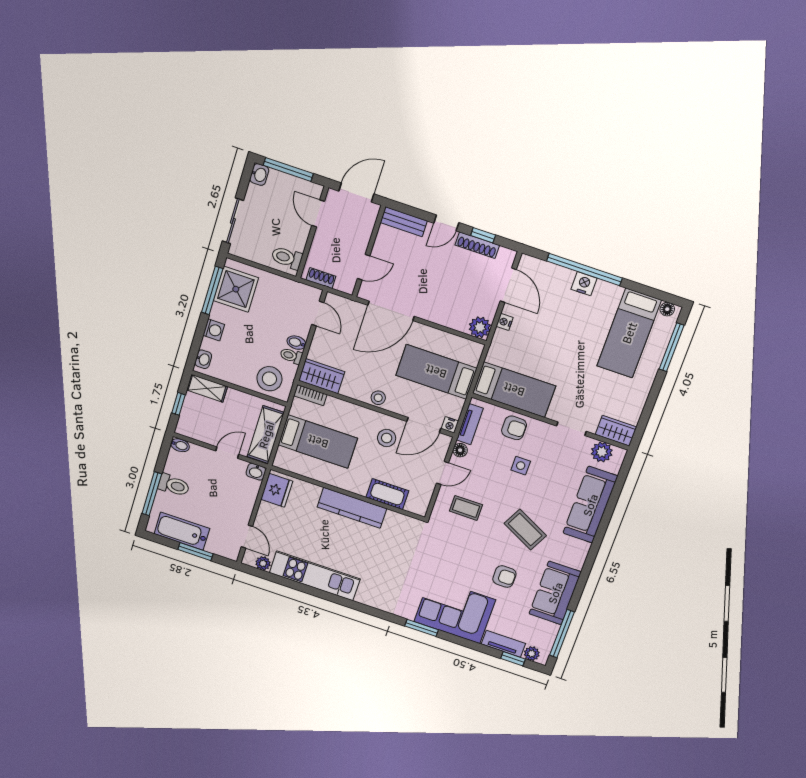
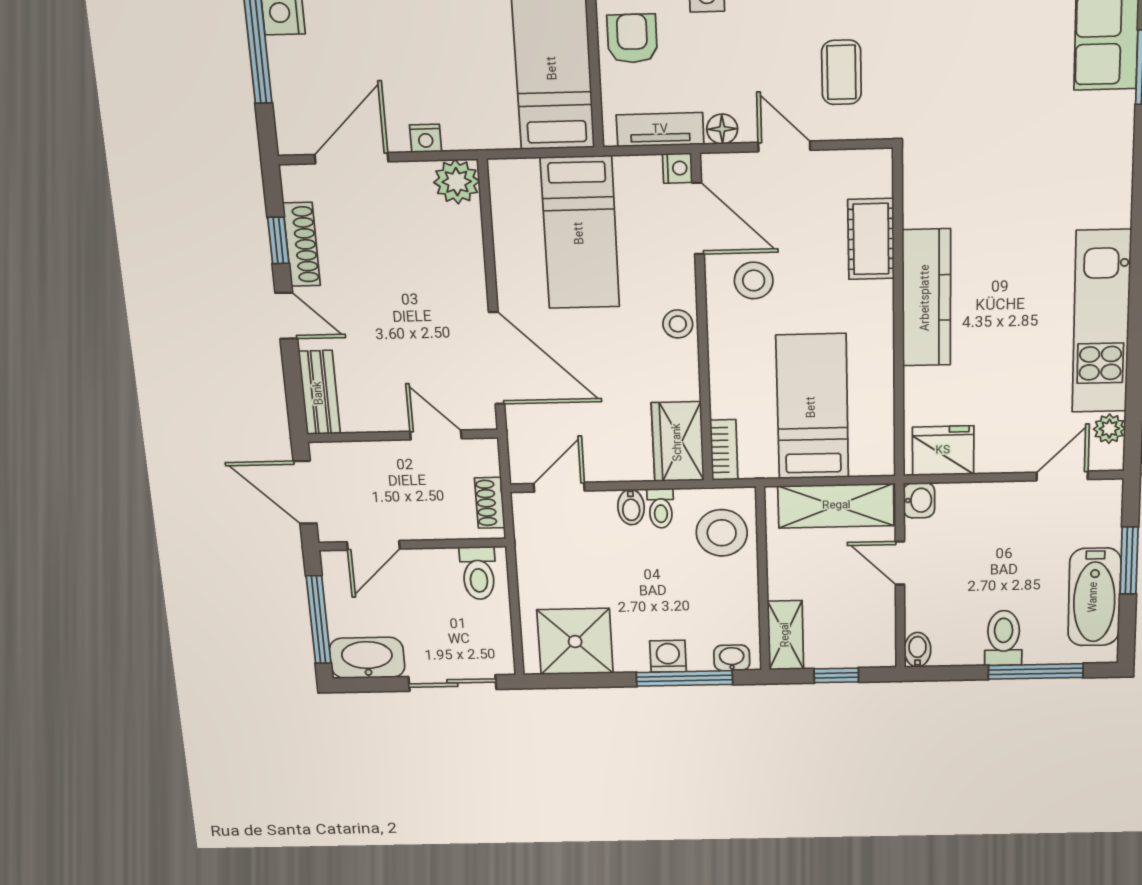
washbasin: (259, 175) -> (367, 658), width x1.91, depth x1.45
window: (212, 290) -> (684, 678), moved

